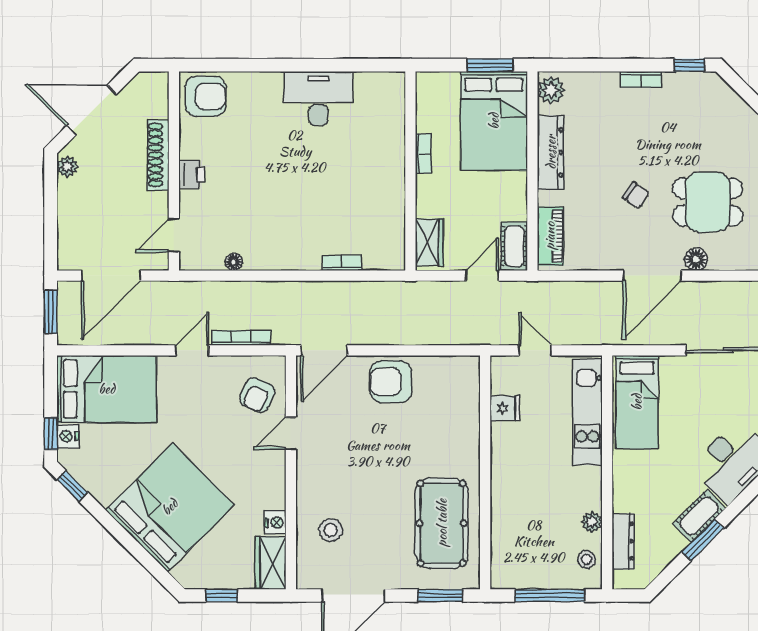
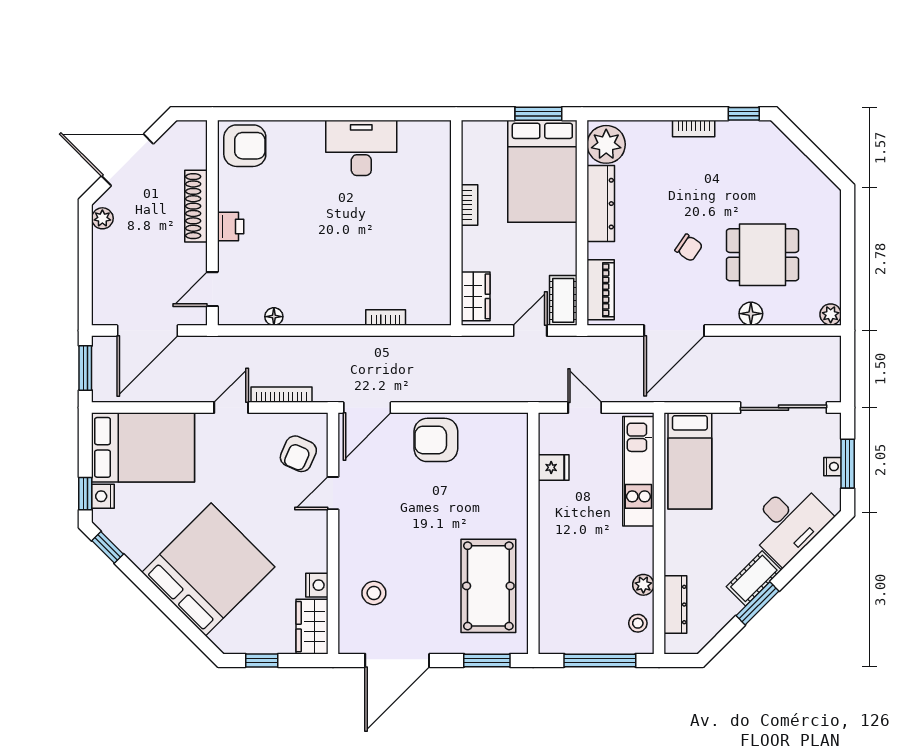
plant: (551, 90) -> (606, 144), width x1.36, depth x1.36
door: (652, 276) -> (674, 331), moved

